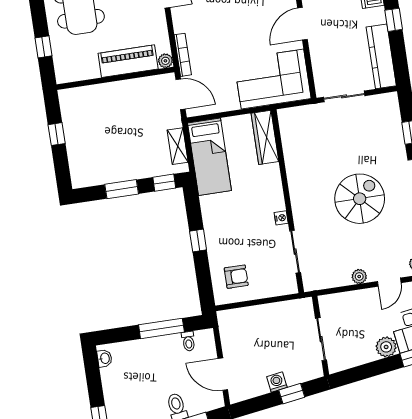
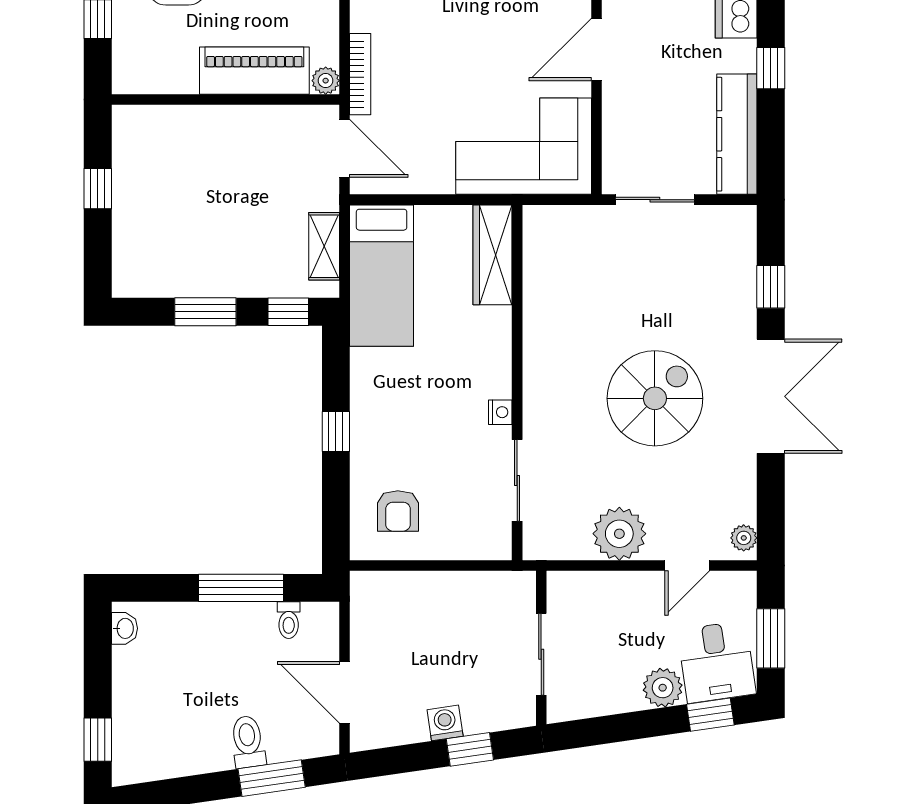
armchair: (236, 277) -> (398, 511), turned 90
plant: (359, 277) -> (619, 534), width x1.87, depth x1.87

